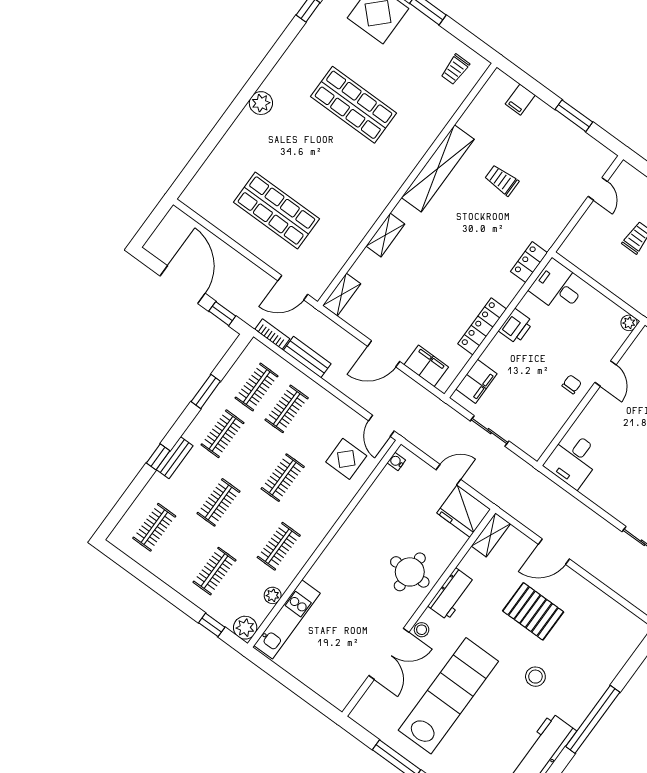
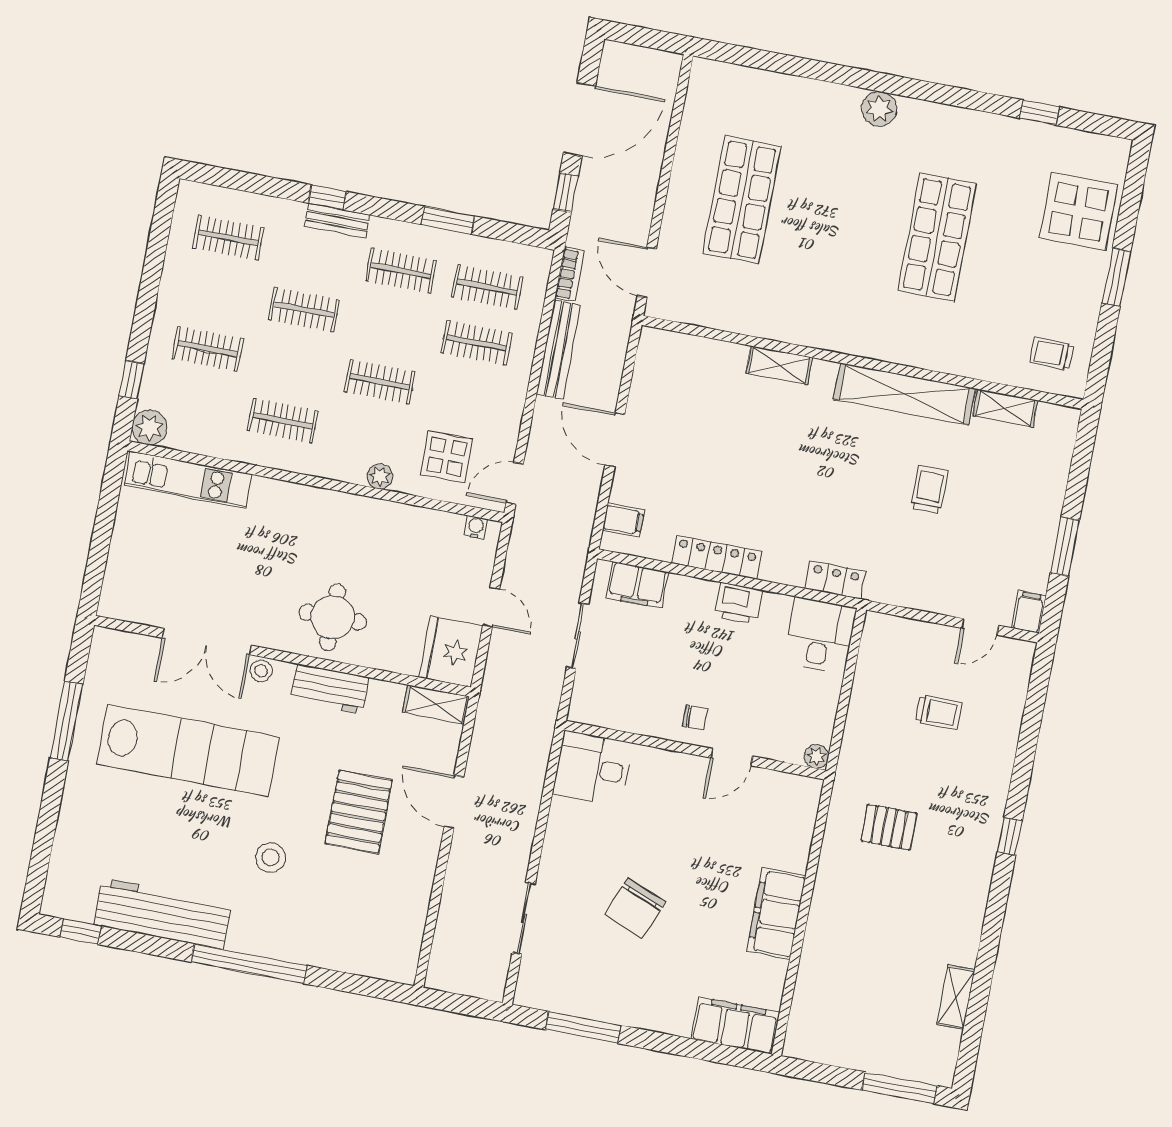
filing cabinet: (520, 100) -> (1029, 612), moved, turned 90
shelving: (342, 295) -> (1005, 408), moved
bench: (307, 357) -> (558, 350), width x1.36
filing cabinet: (426, 366) -> (623, 520), width x0.50
plant: (273, 595) -> (380, 476), moved

